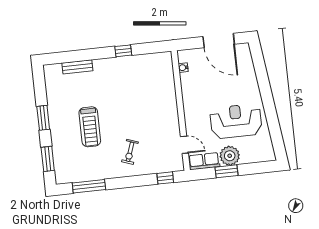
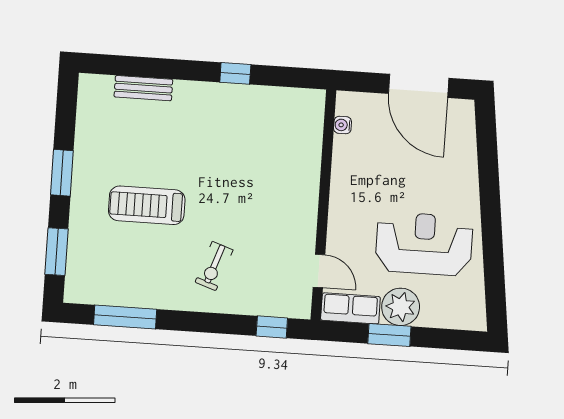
treadmill: (90, 127) -> (147, 205), turned 90

